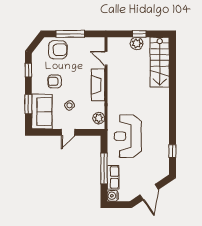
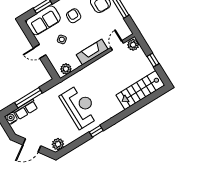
plant: (137, 43) -> (133, 45), moved
reception desk: (128, 136) -> (80, 107), moved, turned 90
window: (172, 151) -> (96, 131), moved
plant: (163, 168) -> (58, 144), added

